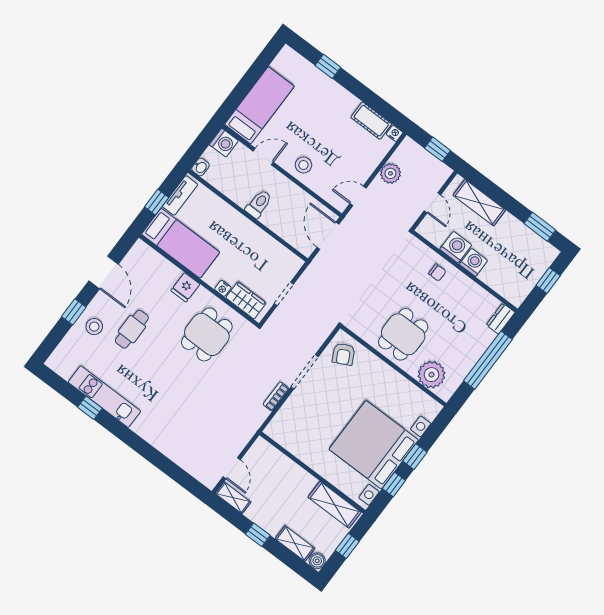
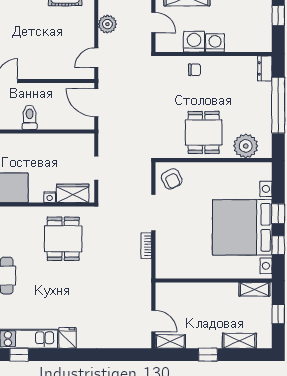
stool: (303, 165) -> (41, 65), removed
fridge: (185, 287) -> (67, 338), moved, turned 180
shelving: (335, 505) -> (254, 289), width x0.67, depth x0.75
boiler: (317, 561) -> (265, 341), removed

